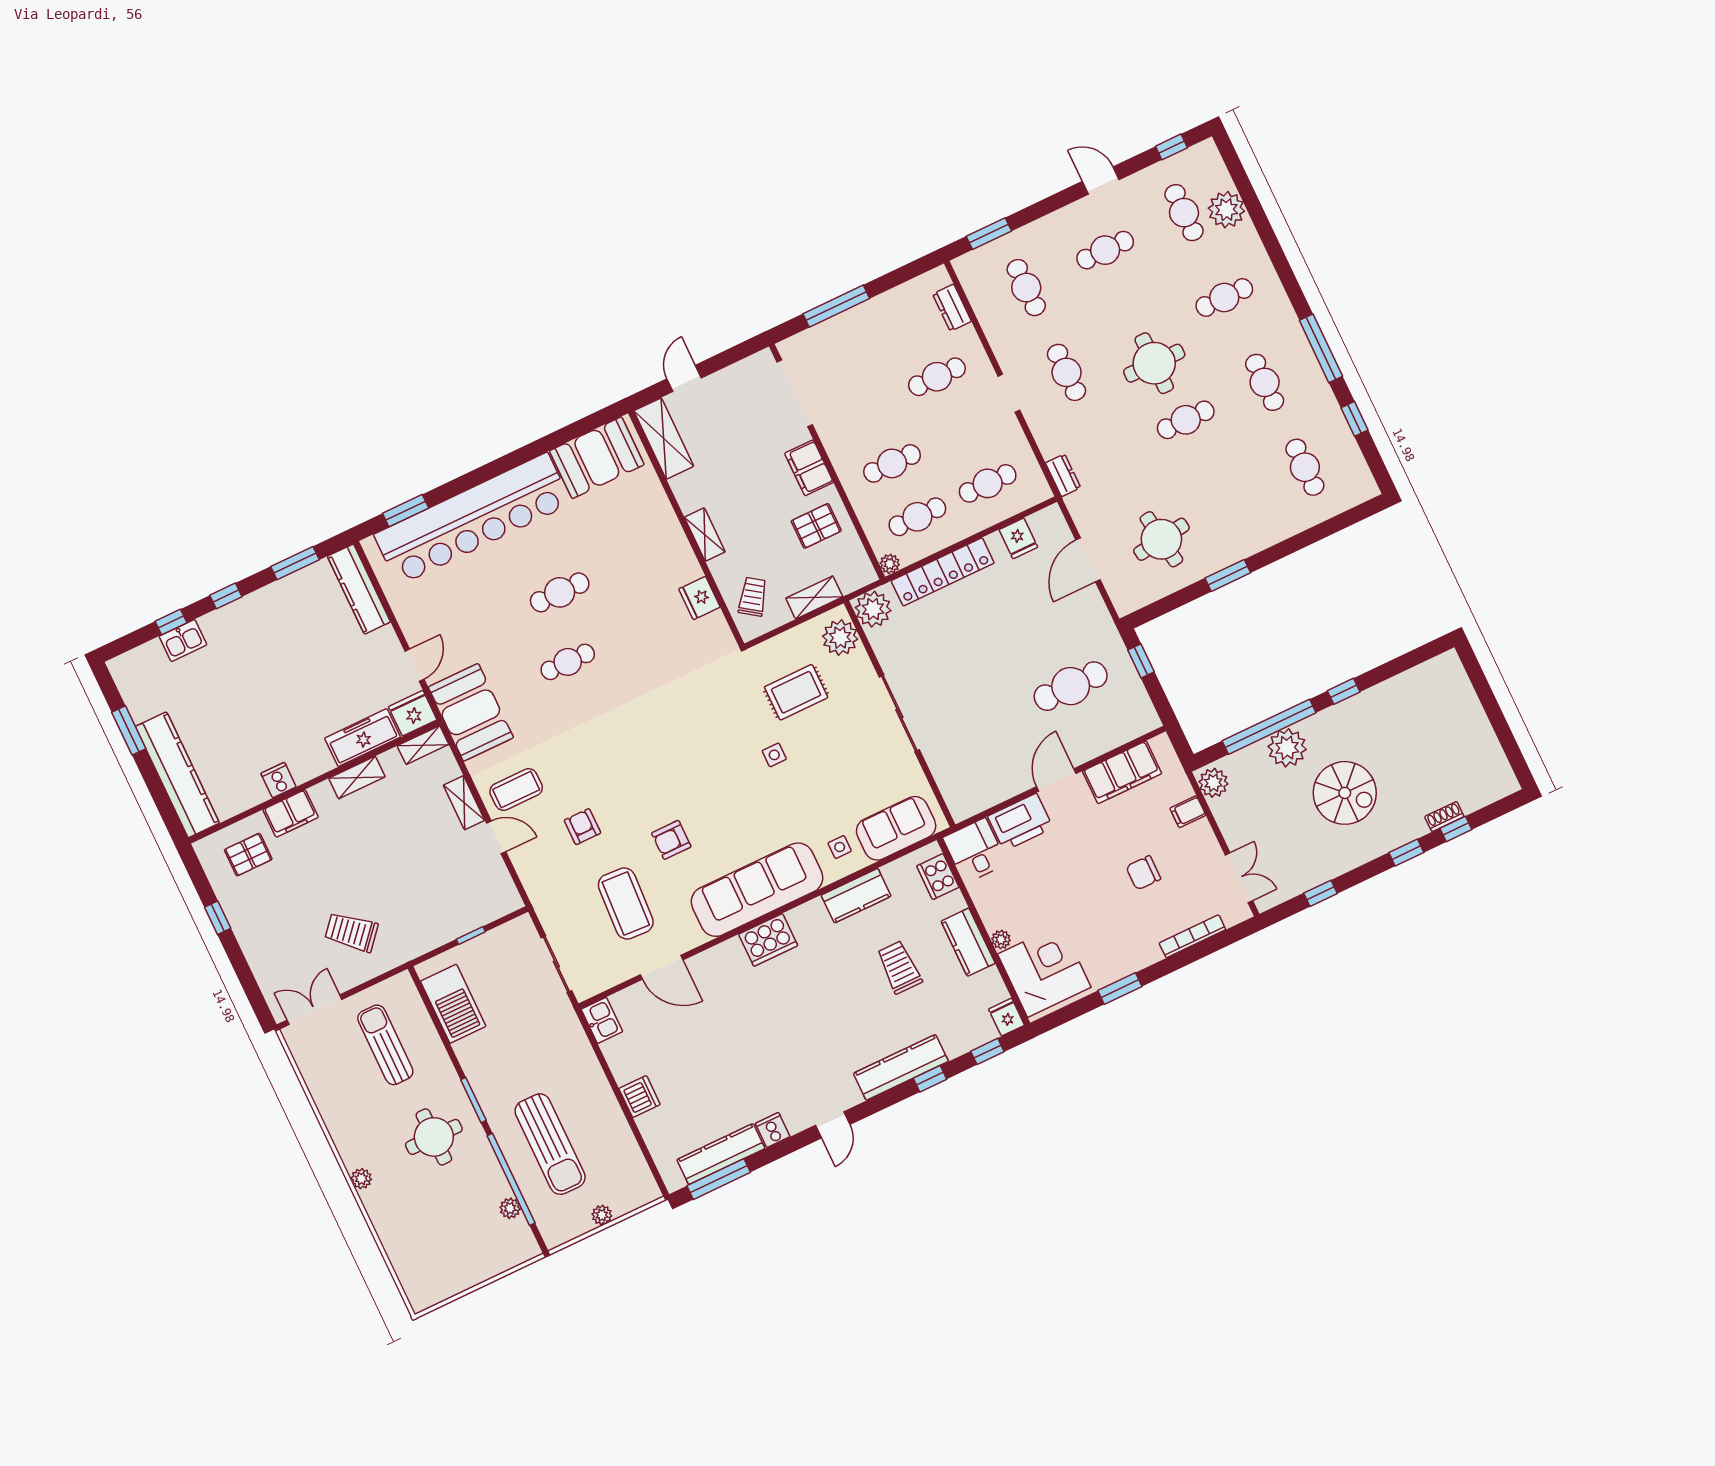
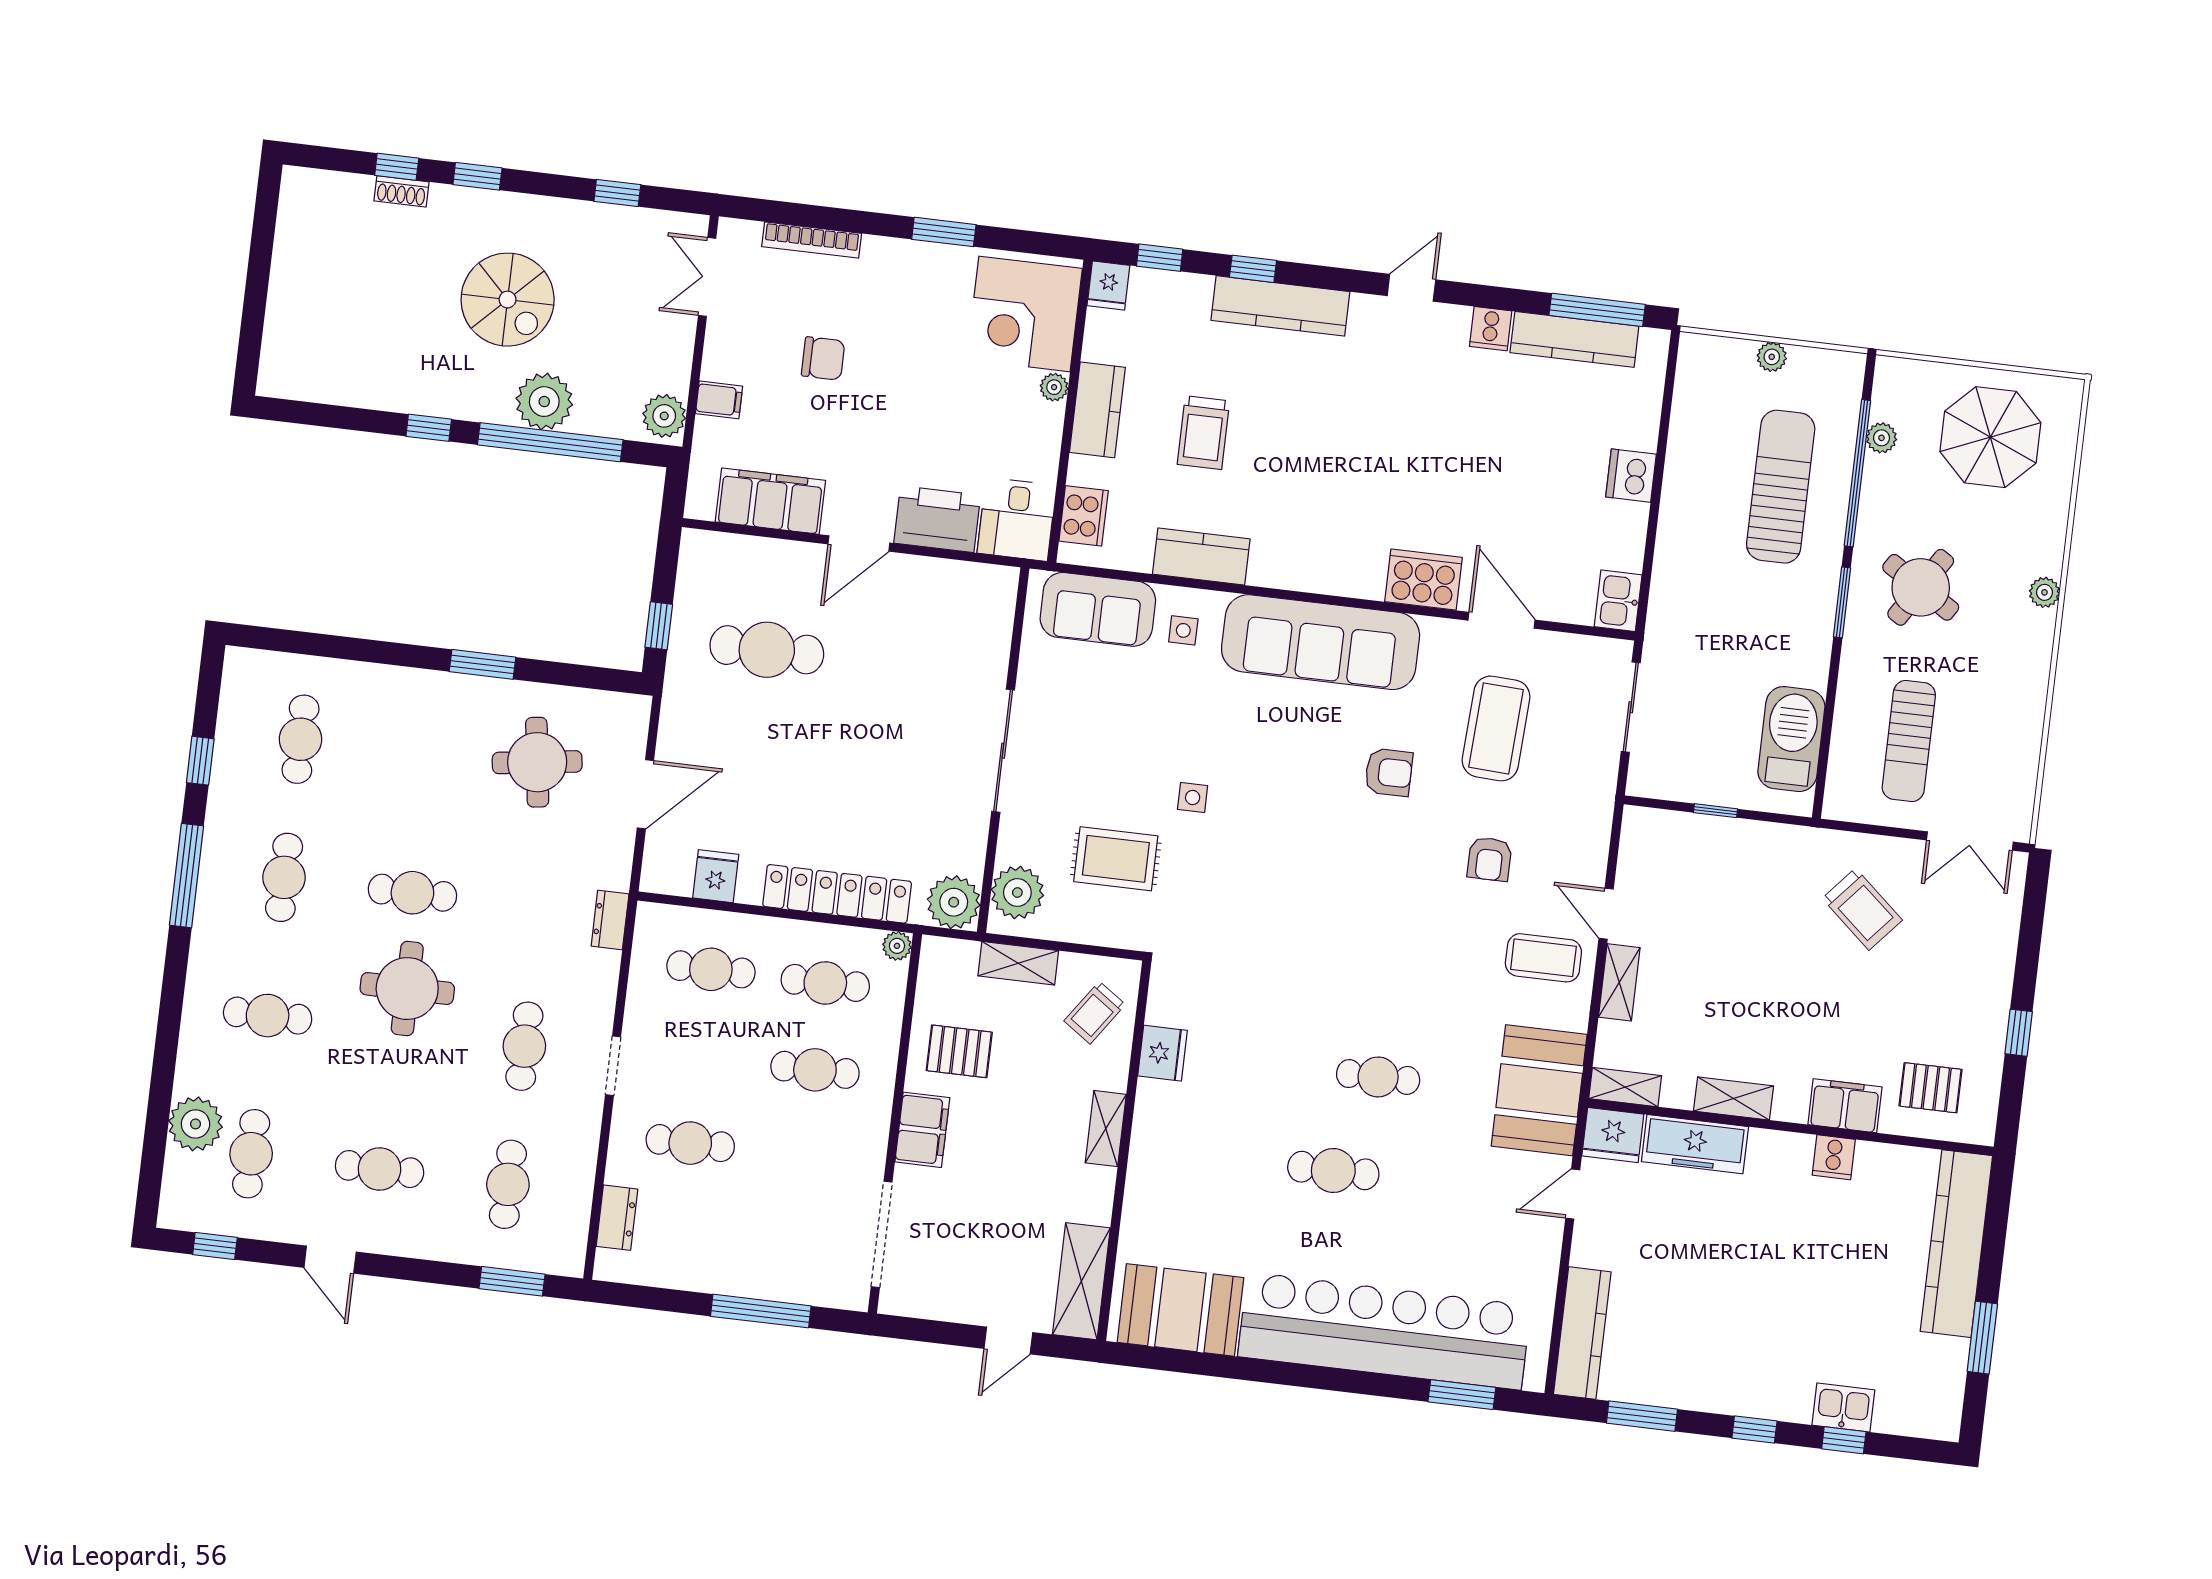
spiral stairs: (1345, 793) -> (508, 300), turned 180
cooker: (768, 940) -> (1424, 580), moved
round table: (434, 1137) -> (1921, 587), turned 32
parasol: (448, 1248) -> (1990, 437), added

